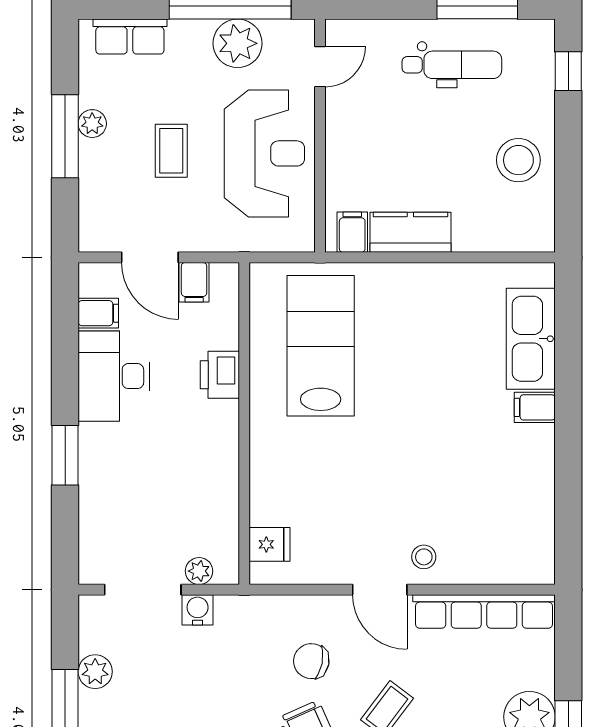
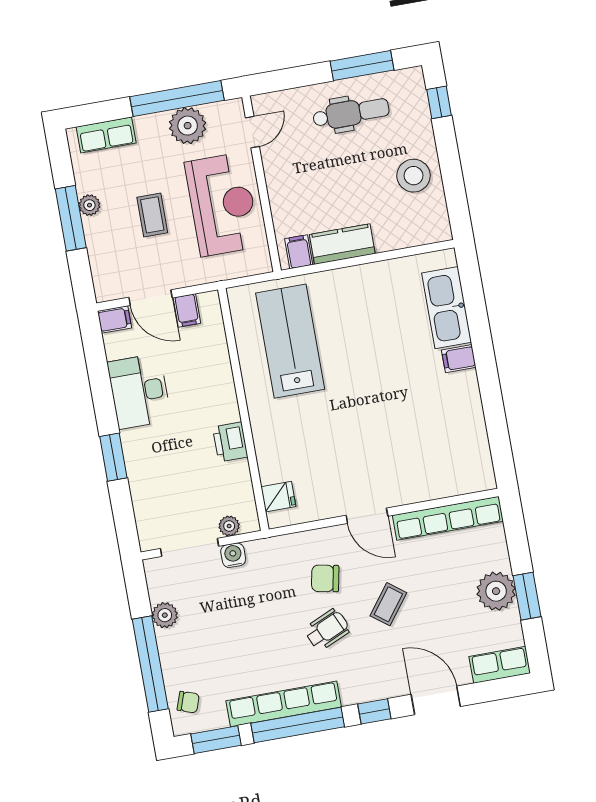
filing cabinet: (98, 313) -> (115, 319), moved
printer: (220, 375) -> (230, 442), moved
stool: (424, 557) -> (396, 485), removed

